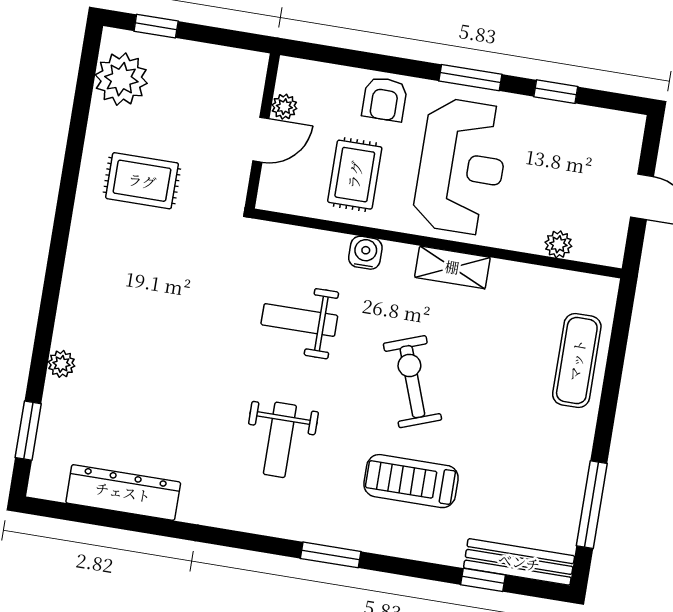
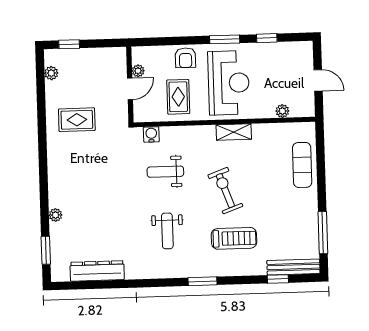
plant: (121, 79) -> (51, 73), width x0.53, depth x0.53
water cooler: (365, 253) -> (151, 134), moved
treadmill: (411, 481) -> (234, 238), turned 180

